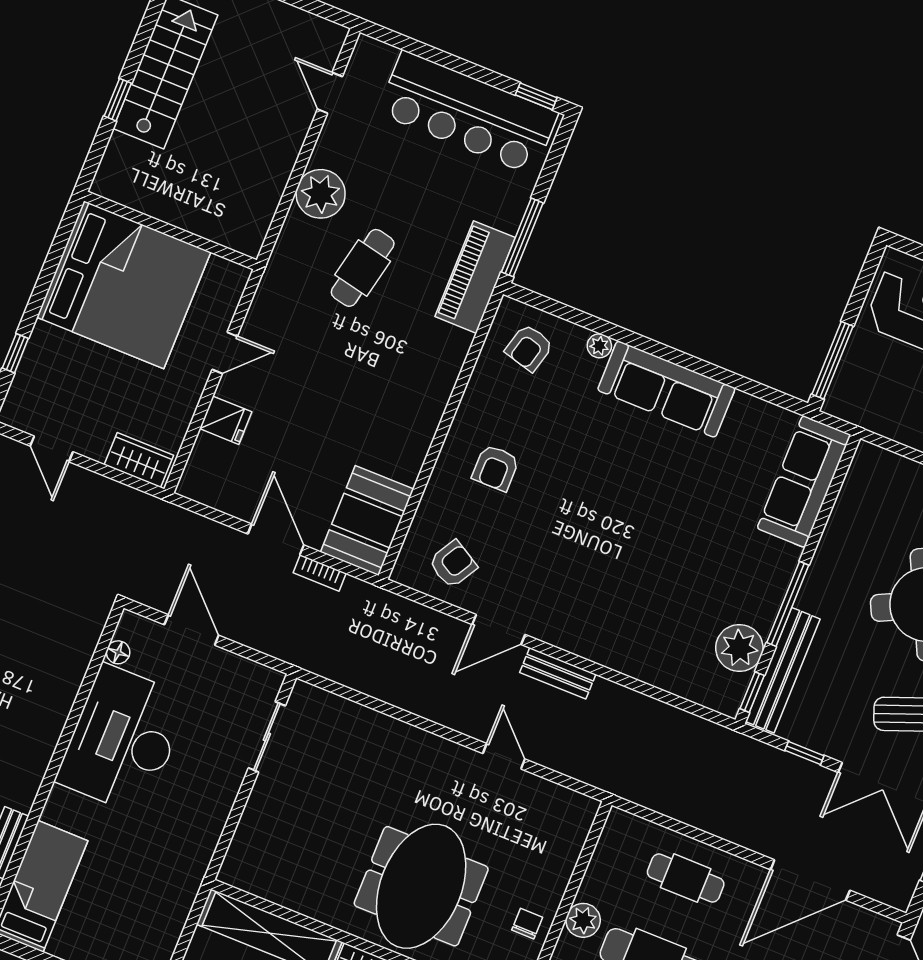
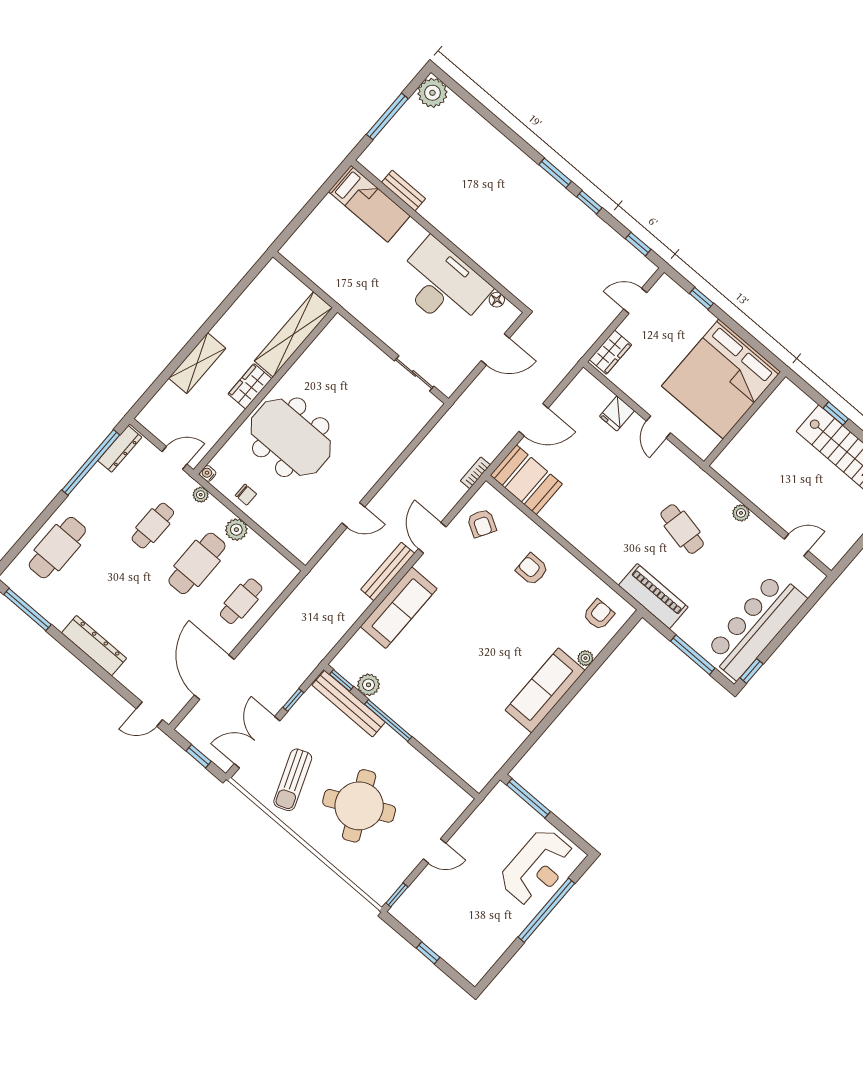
plant: (321, 194) -> (741, 513), width x0.53, depth x0.53
window: (522, 237) -> (693, 655), moved
armchair: (529, 348) -> (599, 615), turned 75
sofa: (804, 482) -> (399, 608), moved, turned 90
bookcase: (320, 573) -> (475, 473), moved
plant: (739, 648) -> (369, 685), width x0.73, depth x0.73
bench: (558, 673) -> (388, 571), width x1.36

